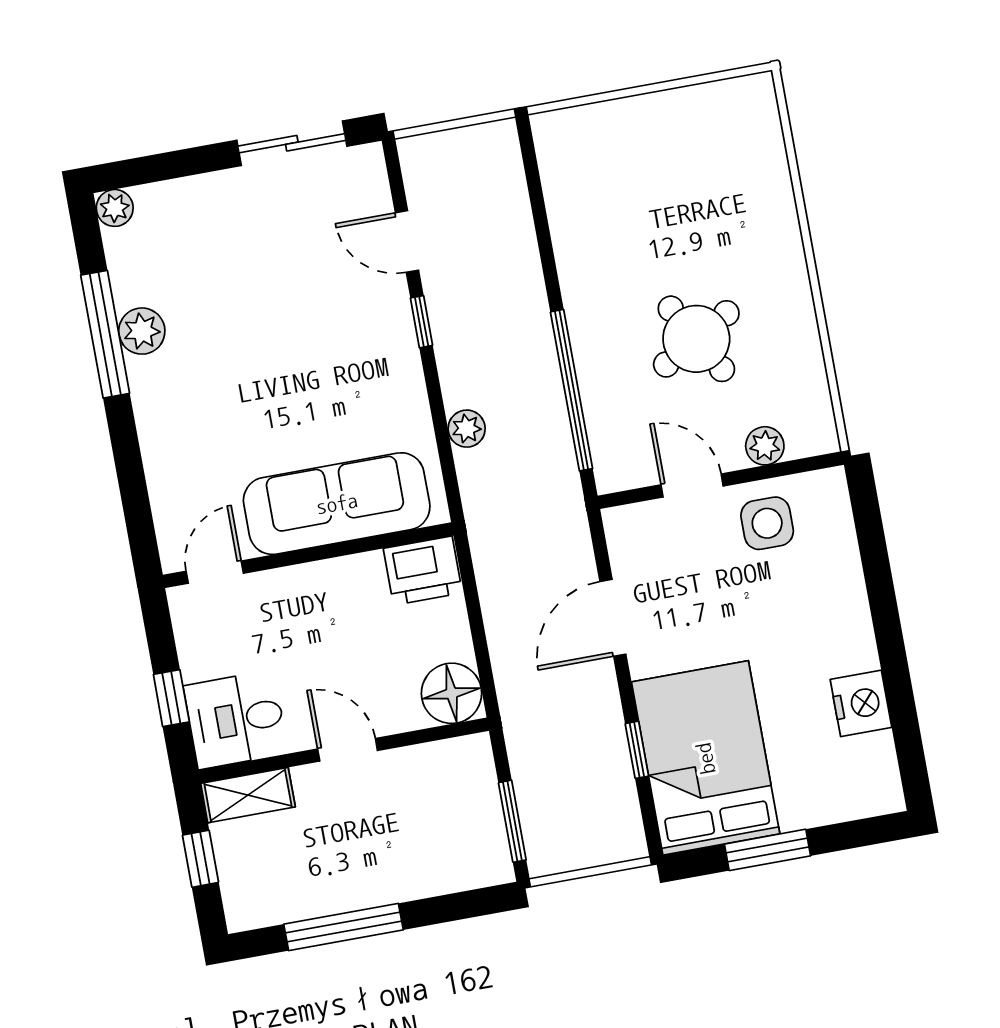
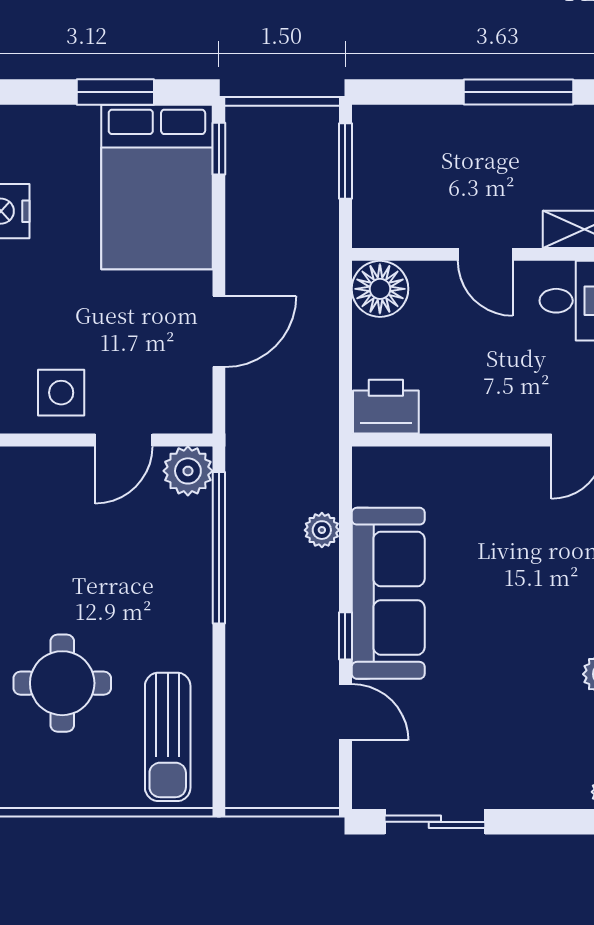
sun lounger: (589, 182) -> (168, 737), added
round table: (696, 339) -> (62, 683), moved, turned 30
plant: (765, 446) -> (188, 471), moved, width x1.38, depth x1.38
door: (692, 485) -> (124, 440), hinge flipped
sofa: (337, 504) -> (388, 593), moved, turned -90
window: (637, 750) -> (219, 149), moved

